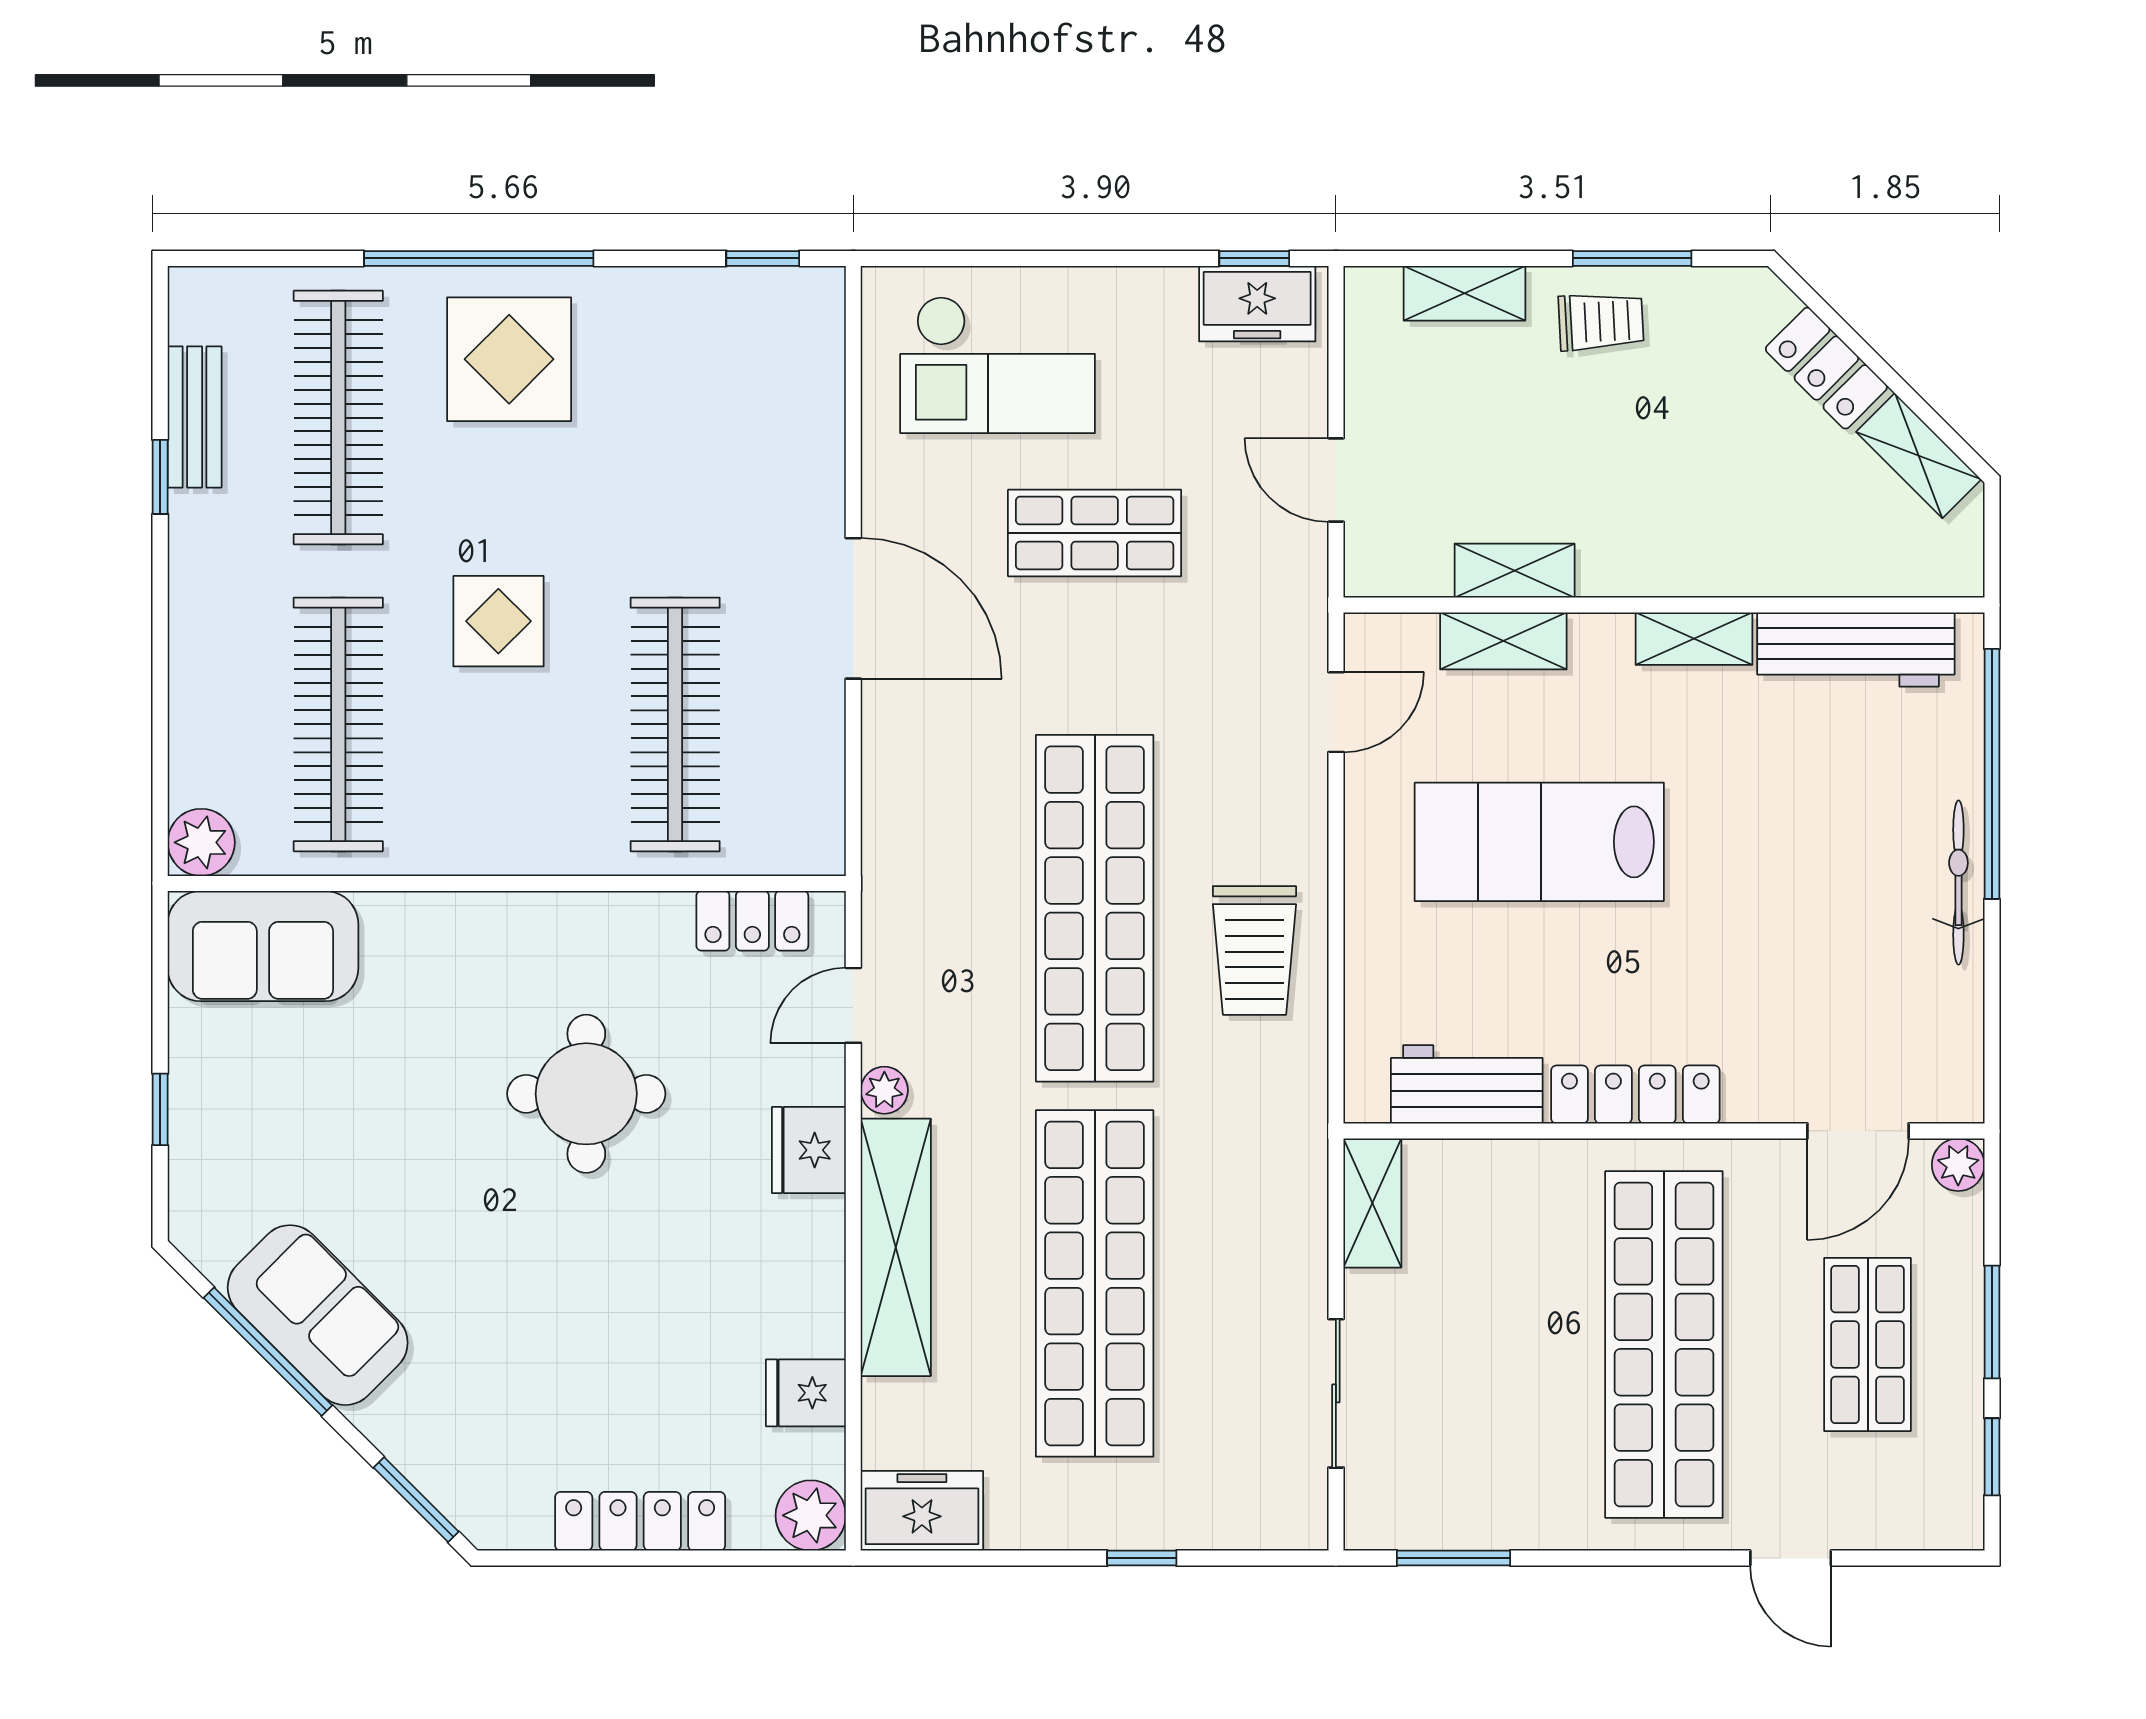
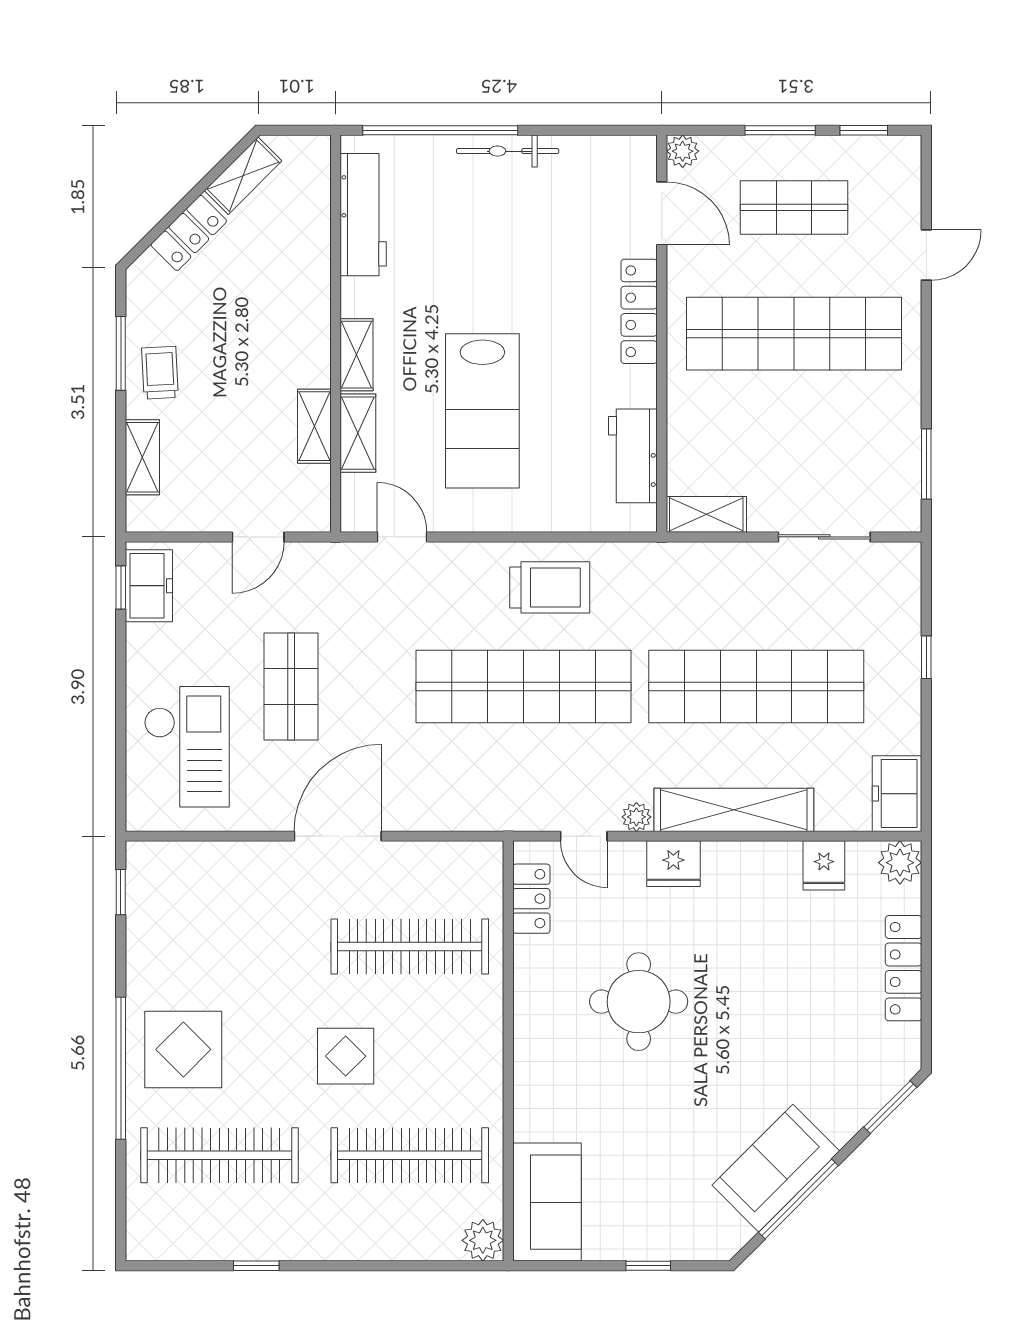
bench: (195, 417) -> (219, 1244), removed
shelving: (1694, 639) -> (357, 355), moved
locker: (1635, 1095) -> (639, 311), moved

